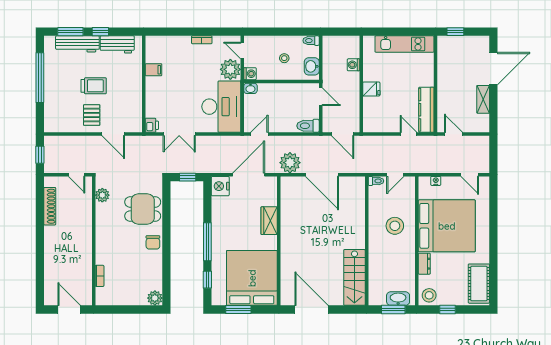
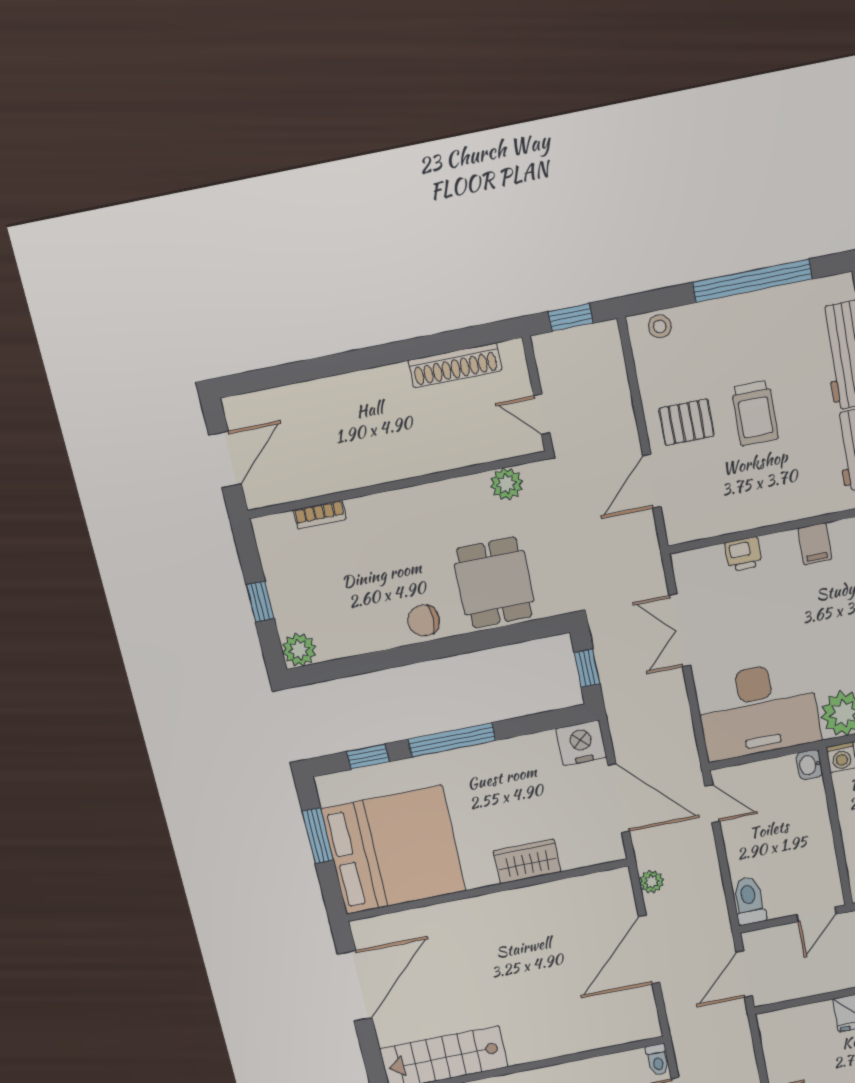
stool: (51, 119) -> (660, 326), added
printer: (152, 125) -> (743, 554), moved
plant: (290, 163) -> (652, 882), width x0.53, depth x0.53
door: (77, 175) -> (542, 414), hinge flipped
window: (131, 310) -> (260, 602), added

